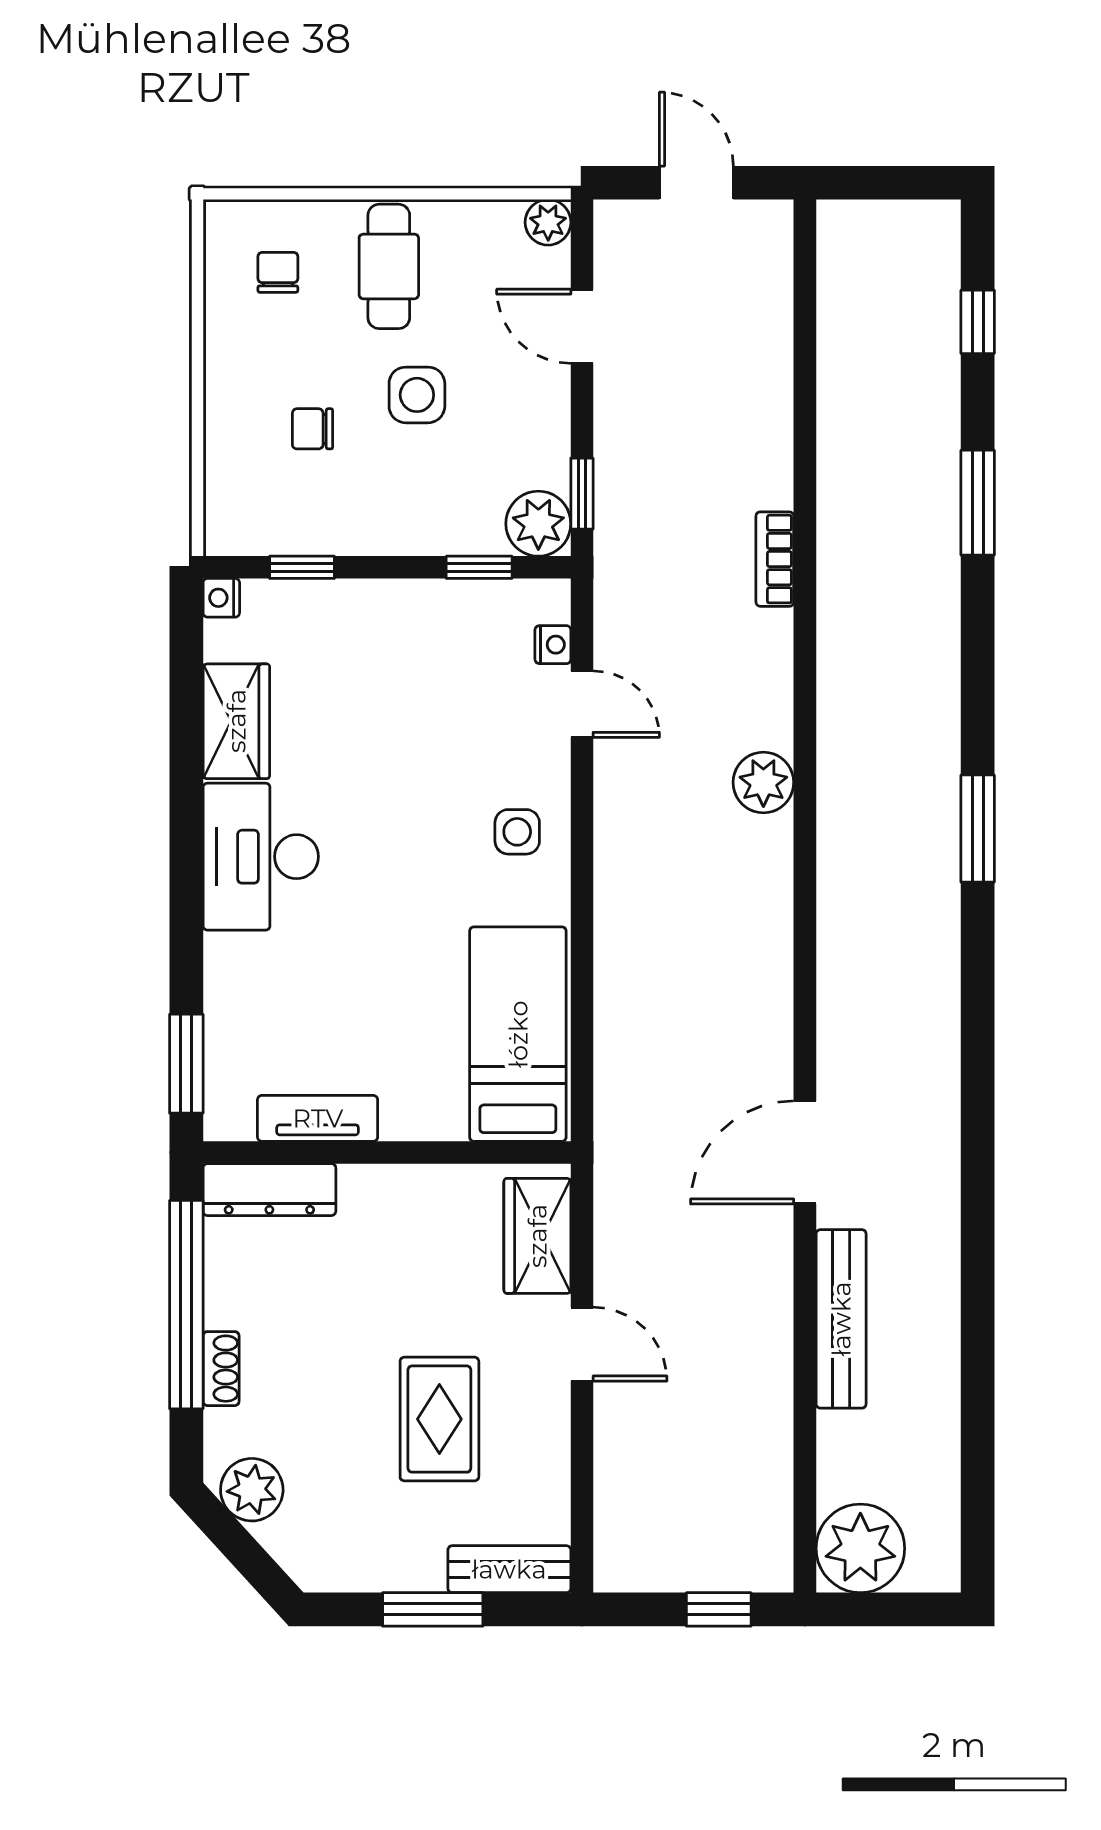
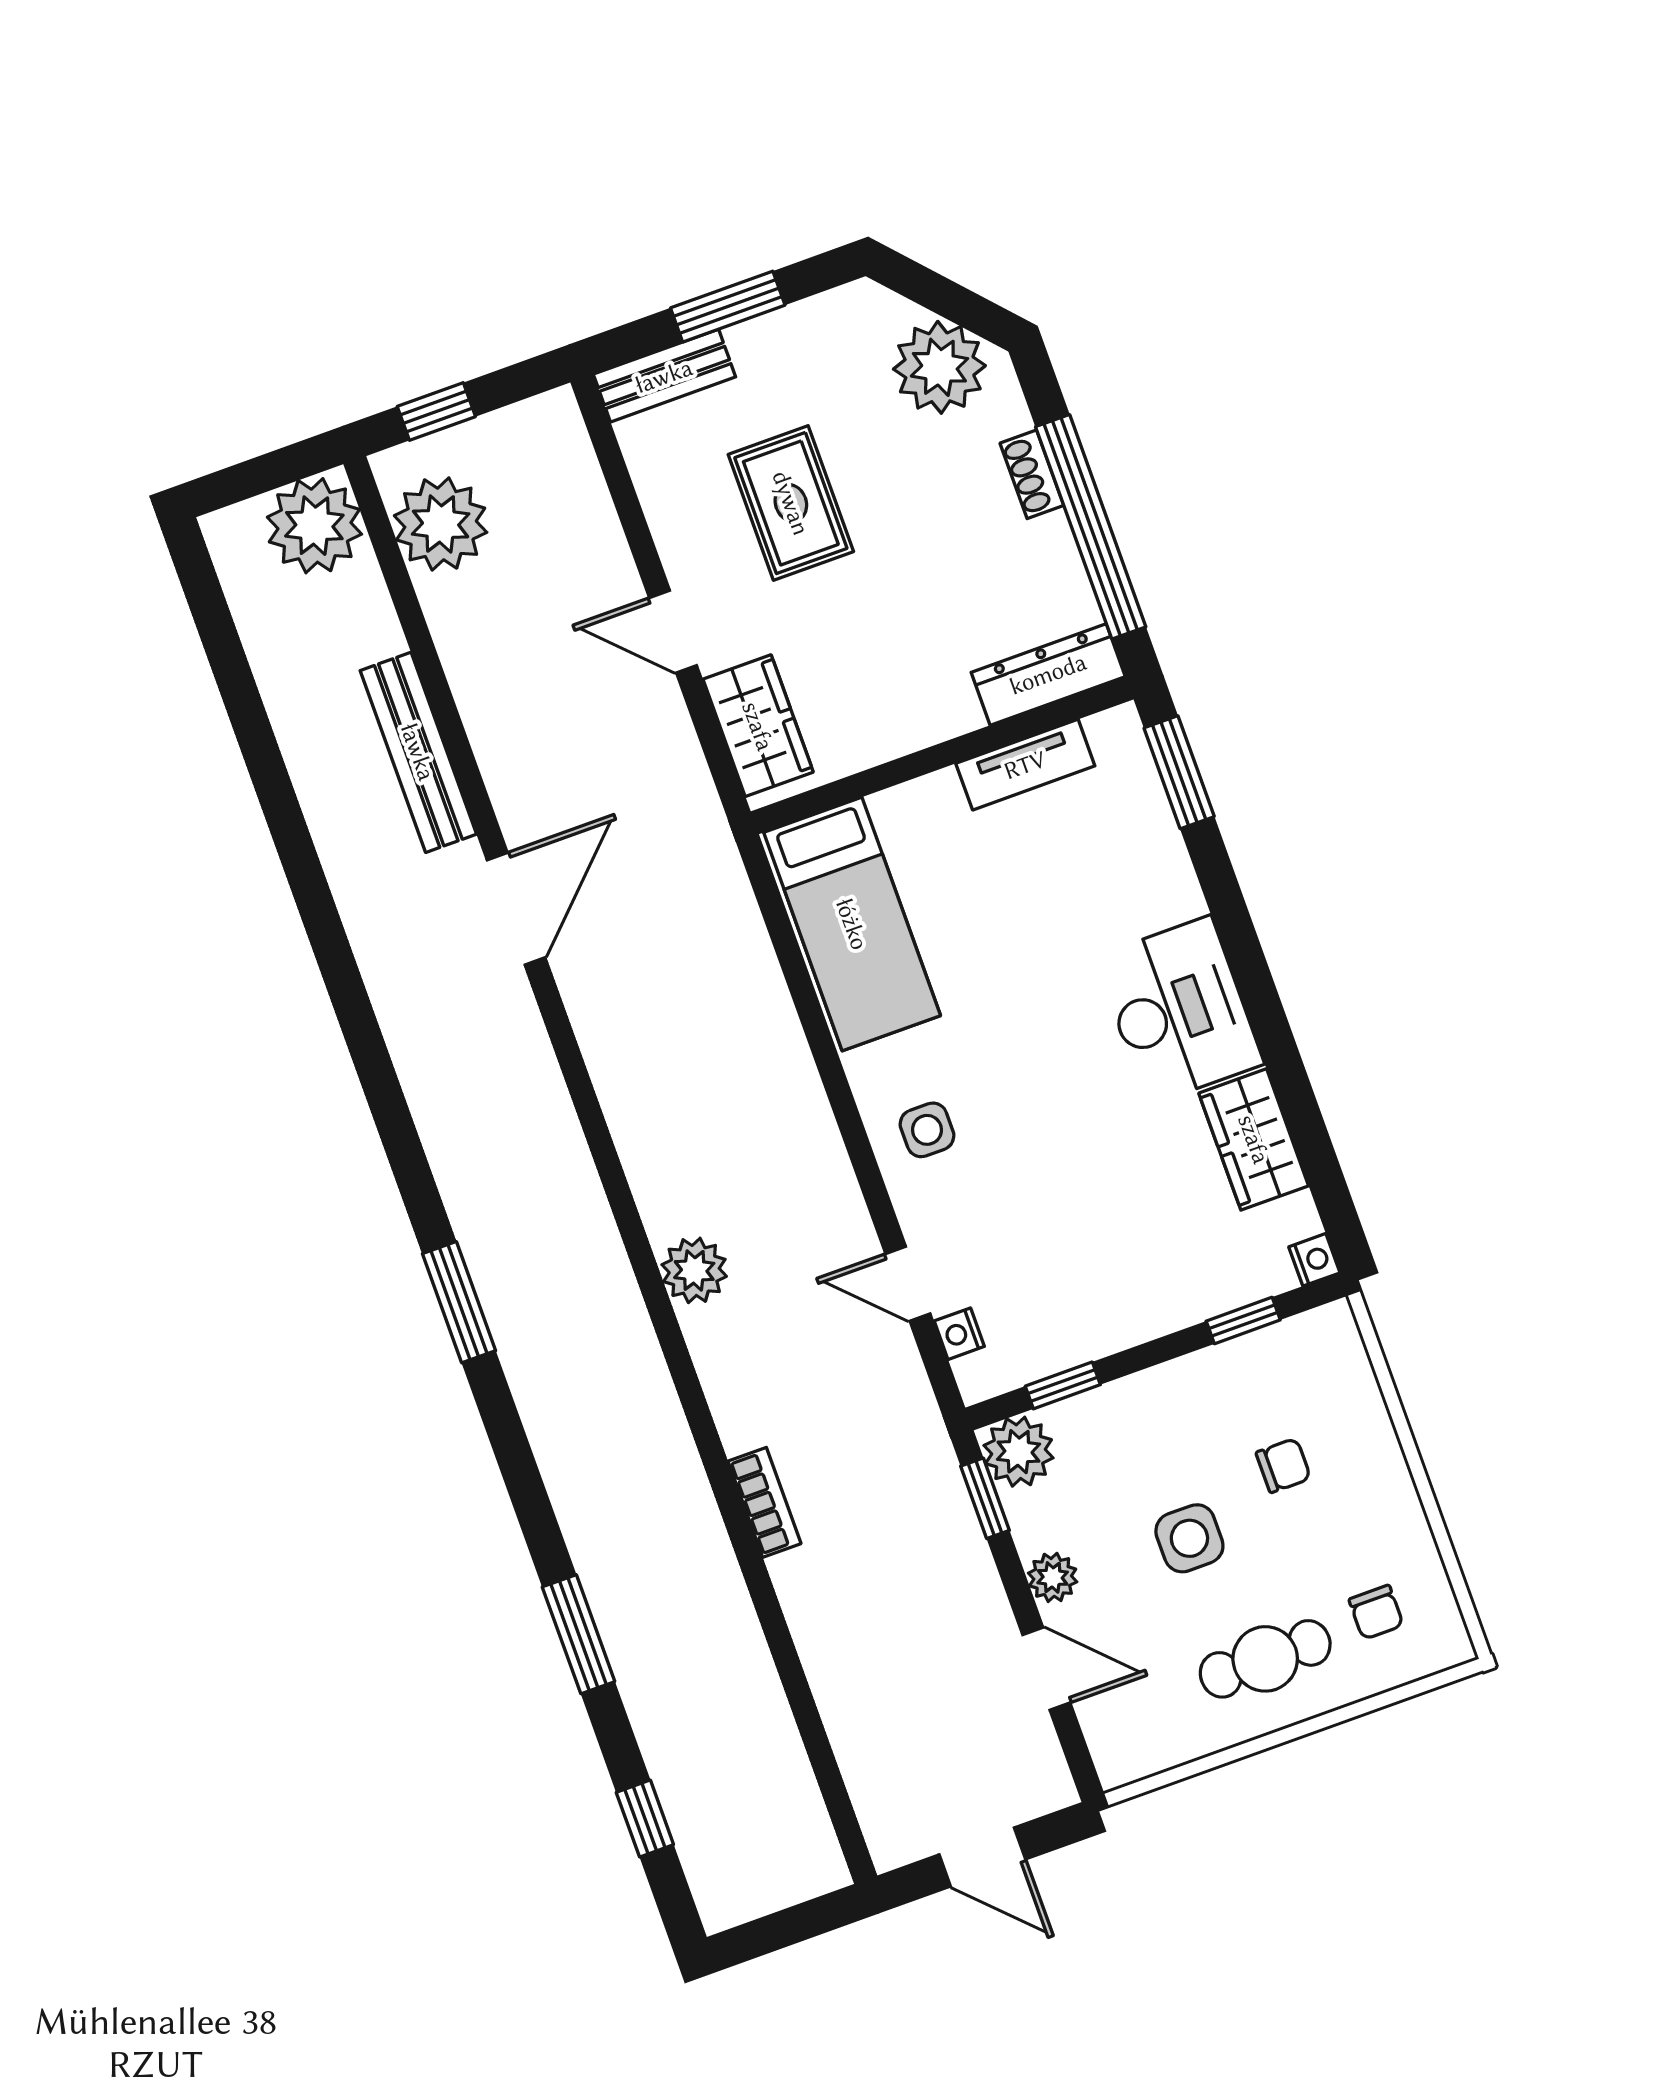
plant: (548, 222) -> (1053, 1577), moved
cafe table: (389, 266) -> (1265, 1659), turned 90
plant: (252, 1490) -> (939, 367), width x1.36, depth x1.36
plant: (750, 1510) -> (441, 524), added

